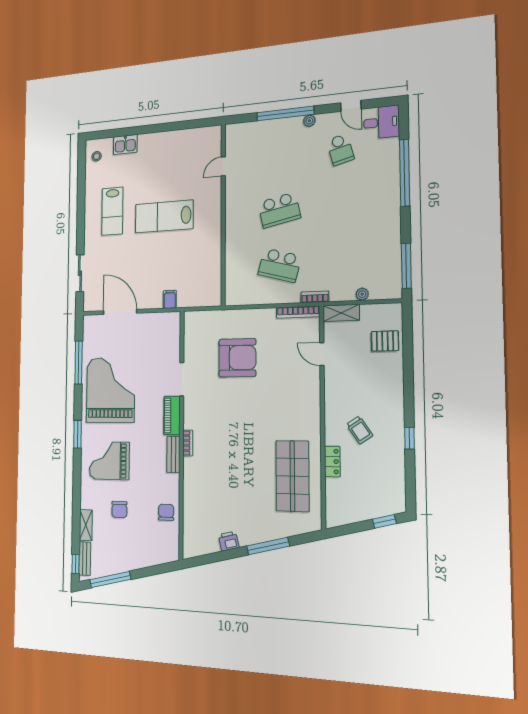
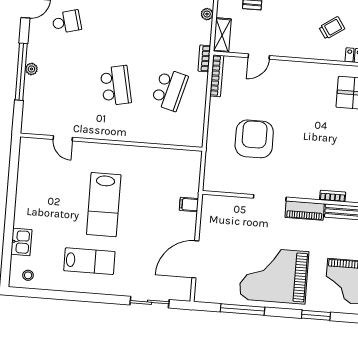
plant: (309, 121) -> (31, 69), moved

